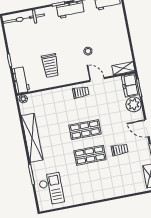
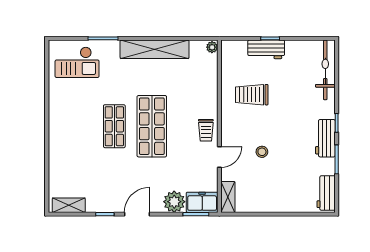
workbench: (21, 80) -> (266, 49), moved
shop shelf: (85, 130) -> (152, 126), width x1.43, depth x1.36
trolley: (120, 150) -> (114, 170), removed

